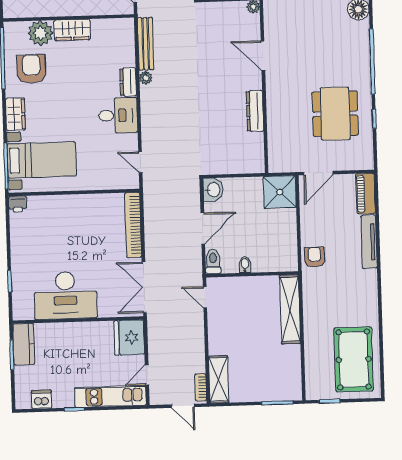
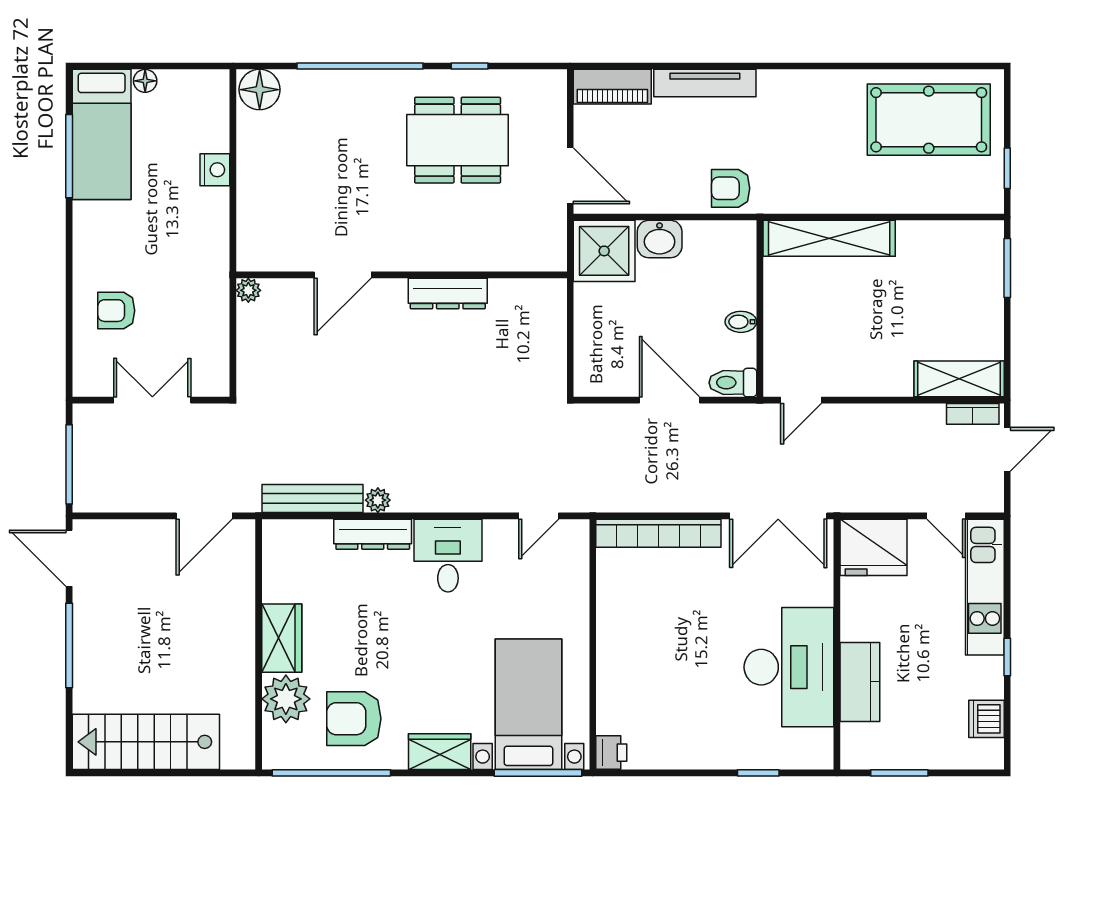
dresser: (128, 82) -> (373, 534), width x1.44
washbasin: (213, 190) -> (660, 239), moved, turned 180
kitchen counter: (24, 344) -> (860, 682), moved, turned 90

